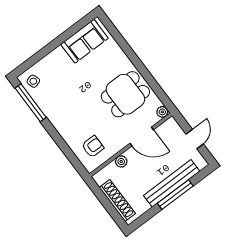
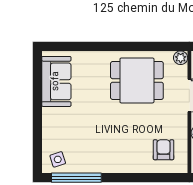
dining table: (125, 94) -> (137, 80), turned 90

